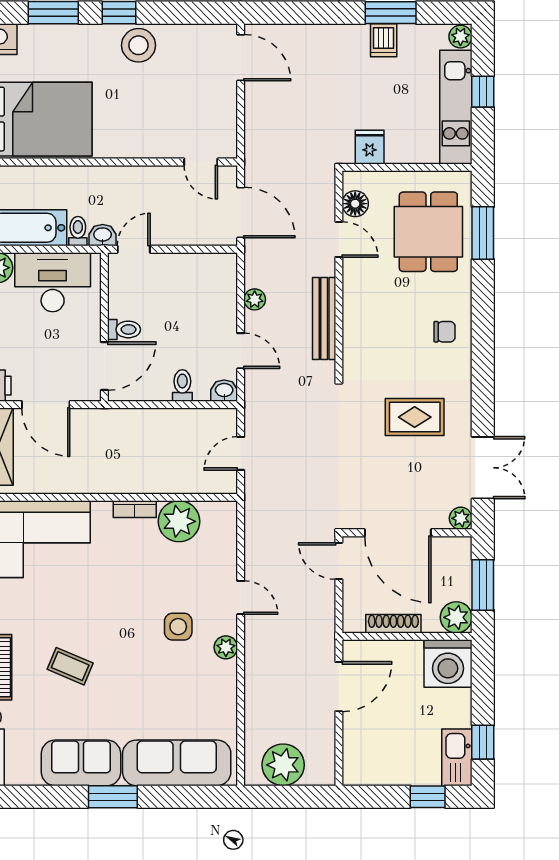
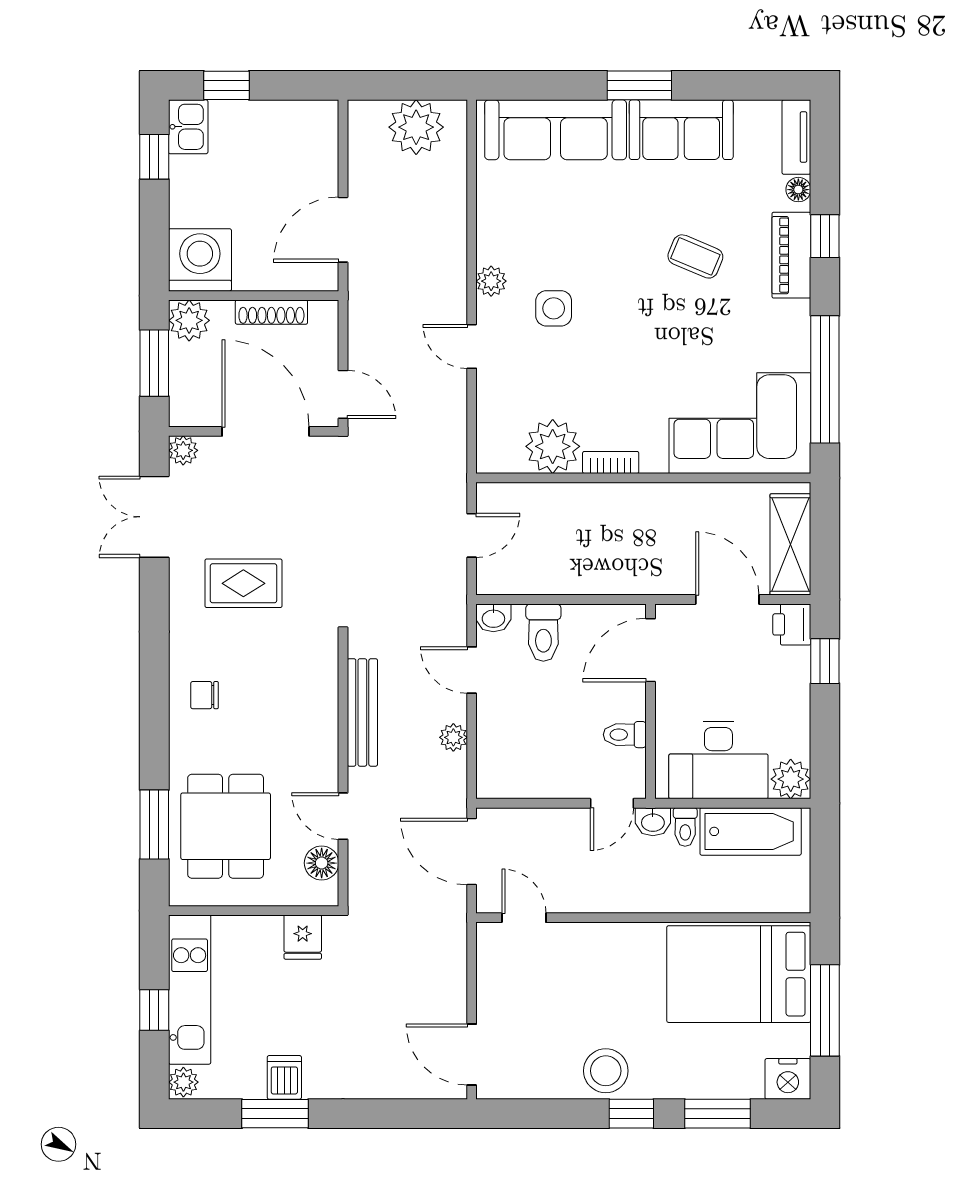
toilet: (124, 329) -> (625, 735), moved
toilet: (182, 385) -> (543, 633), width x1.37, depth x1.39
kitchen sink: (457, 757) -> (188, 127), width x0.73

